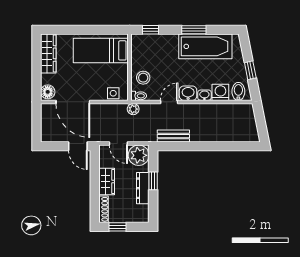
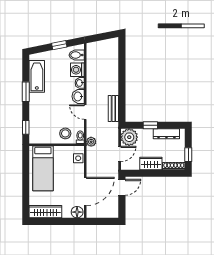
bathtub: (205, 46) -> (37, 76), width x0.73, depth x0.73
dresser: (143, 188) -> (166, 134), moved

